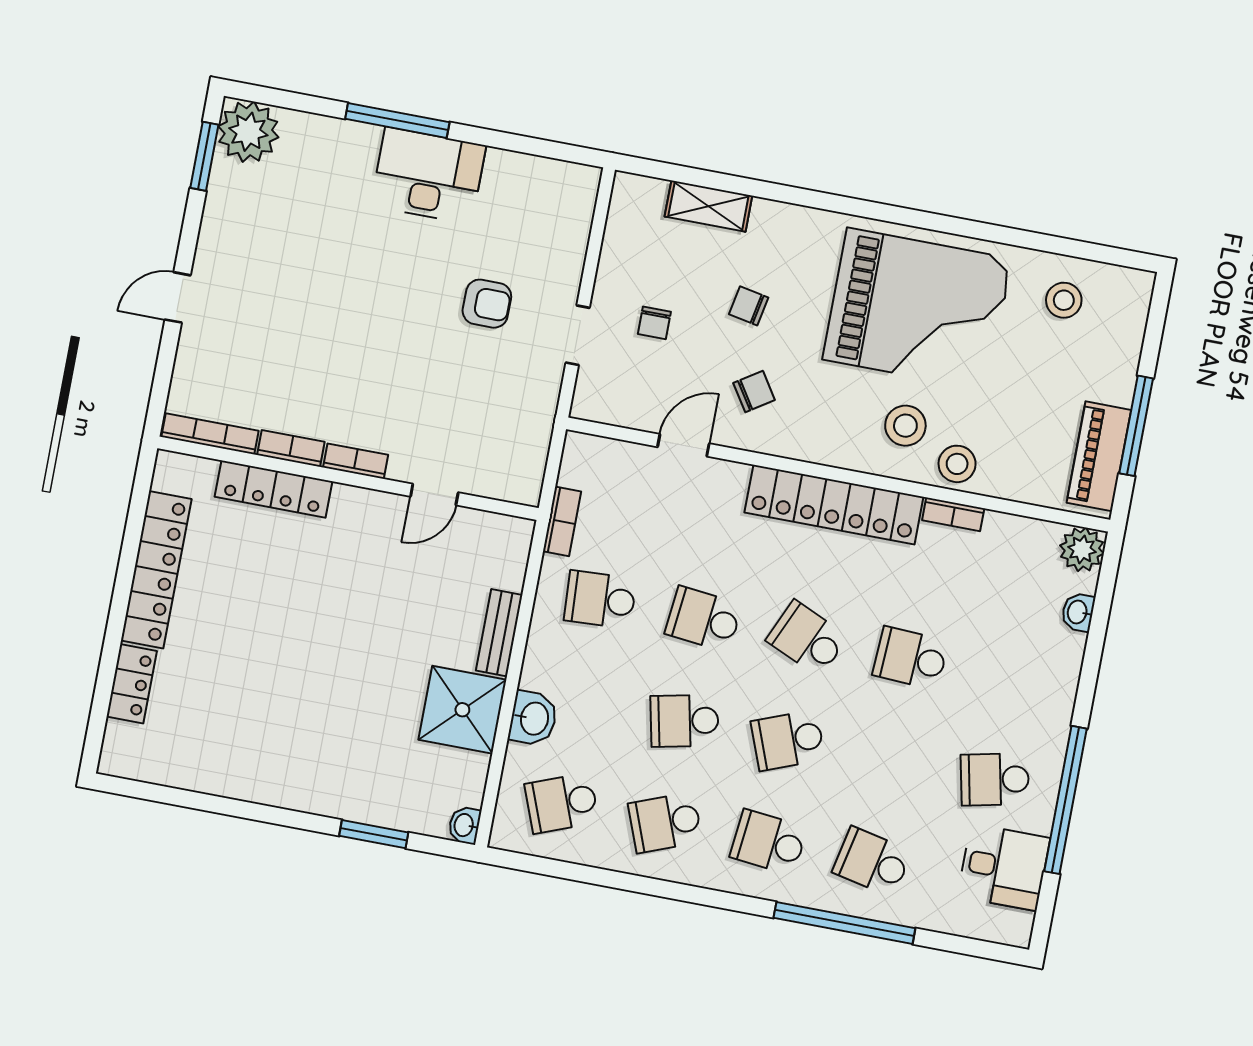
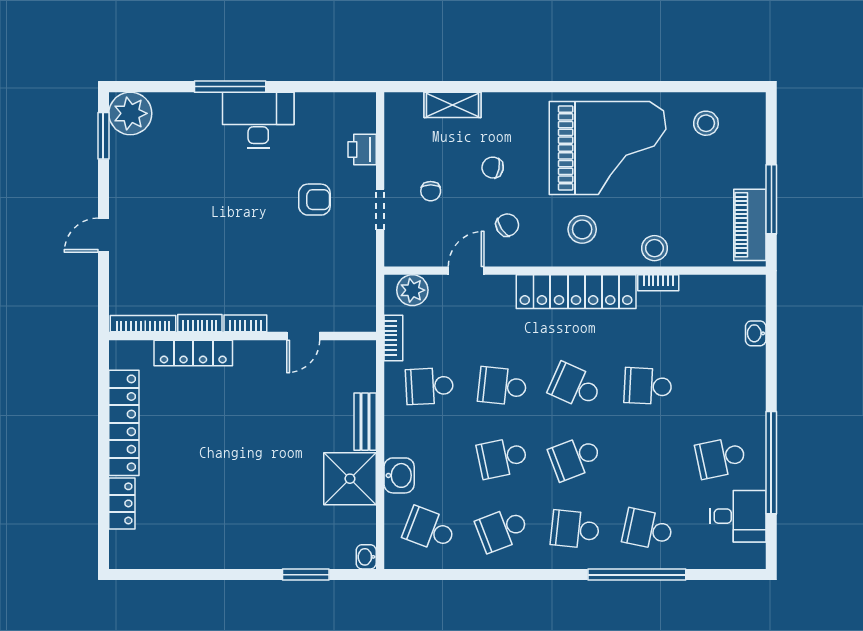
printer: (568, 245) -> (362, 149), added
stool: (905, 426) -> (582, 229), moved
plant: (1082, 549) -> (412, 290), moved
school desk: (562, 803) -> (429, 529), turned 42

